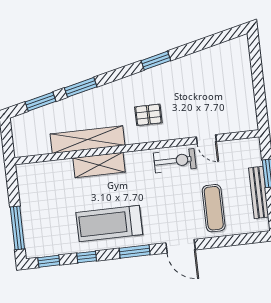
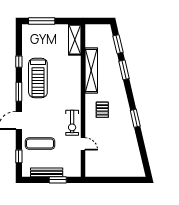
door: (206, 139) -> (83, 144), swing flipped
shelving: (99, 165) -> (75, 40), moved
treadmill: (109, 223) -> (38, 78), turned 180
window: (49, 261) -> (19, 156), moved

